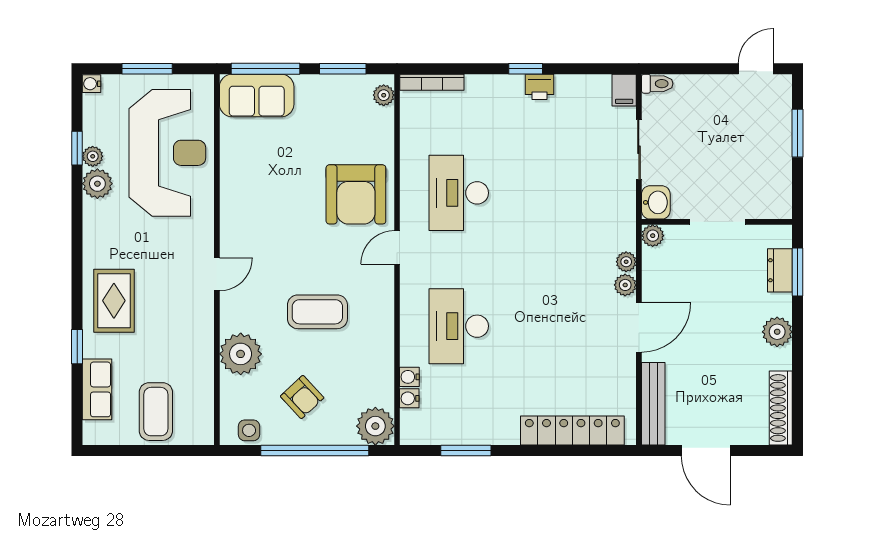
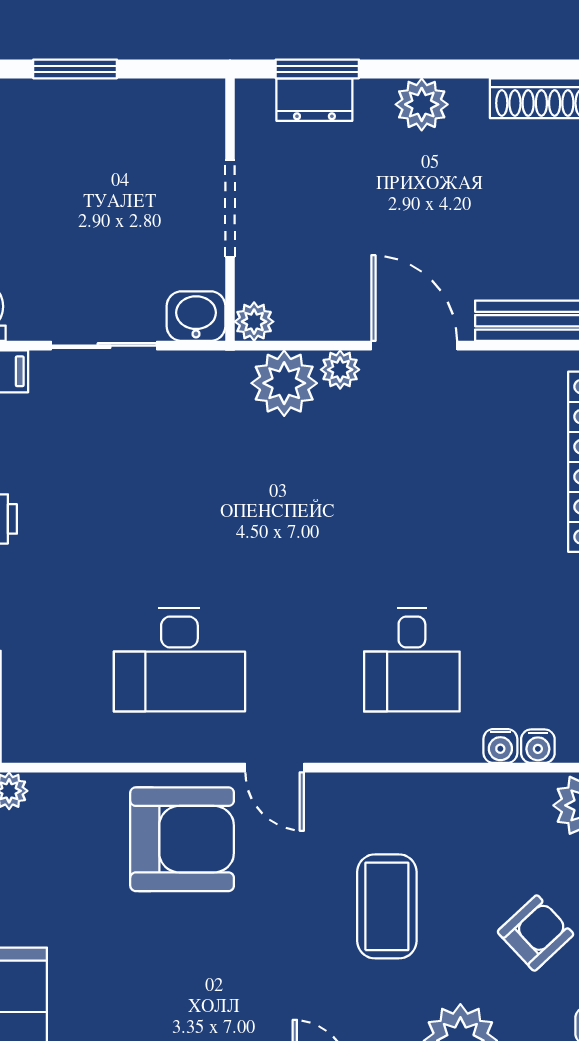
plant: (626, 262) -> (284, 383), width x1.88, depth x1.88
desk: (459, 326) -> (412, 660), width x0.73

